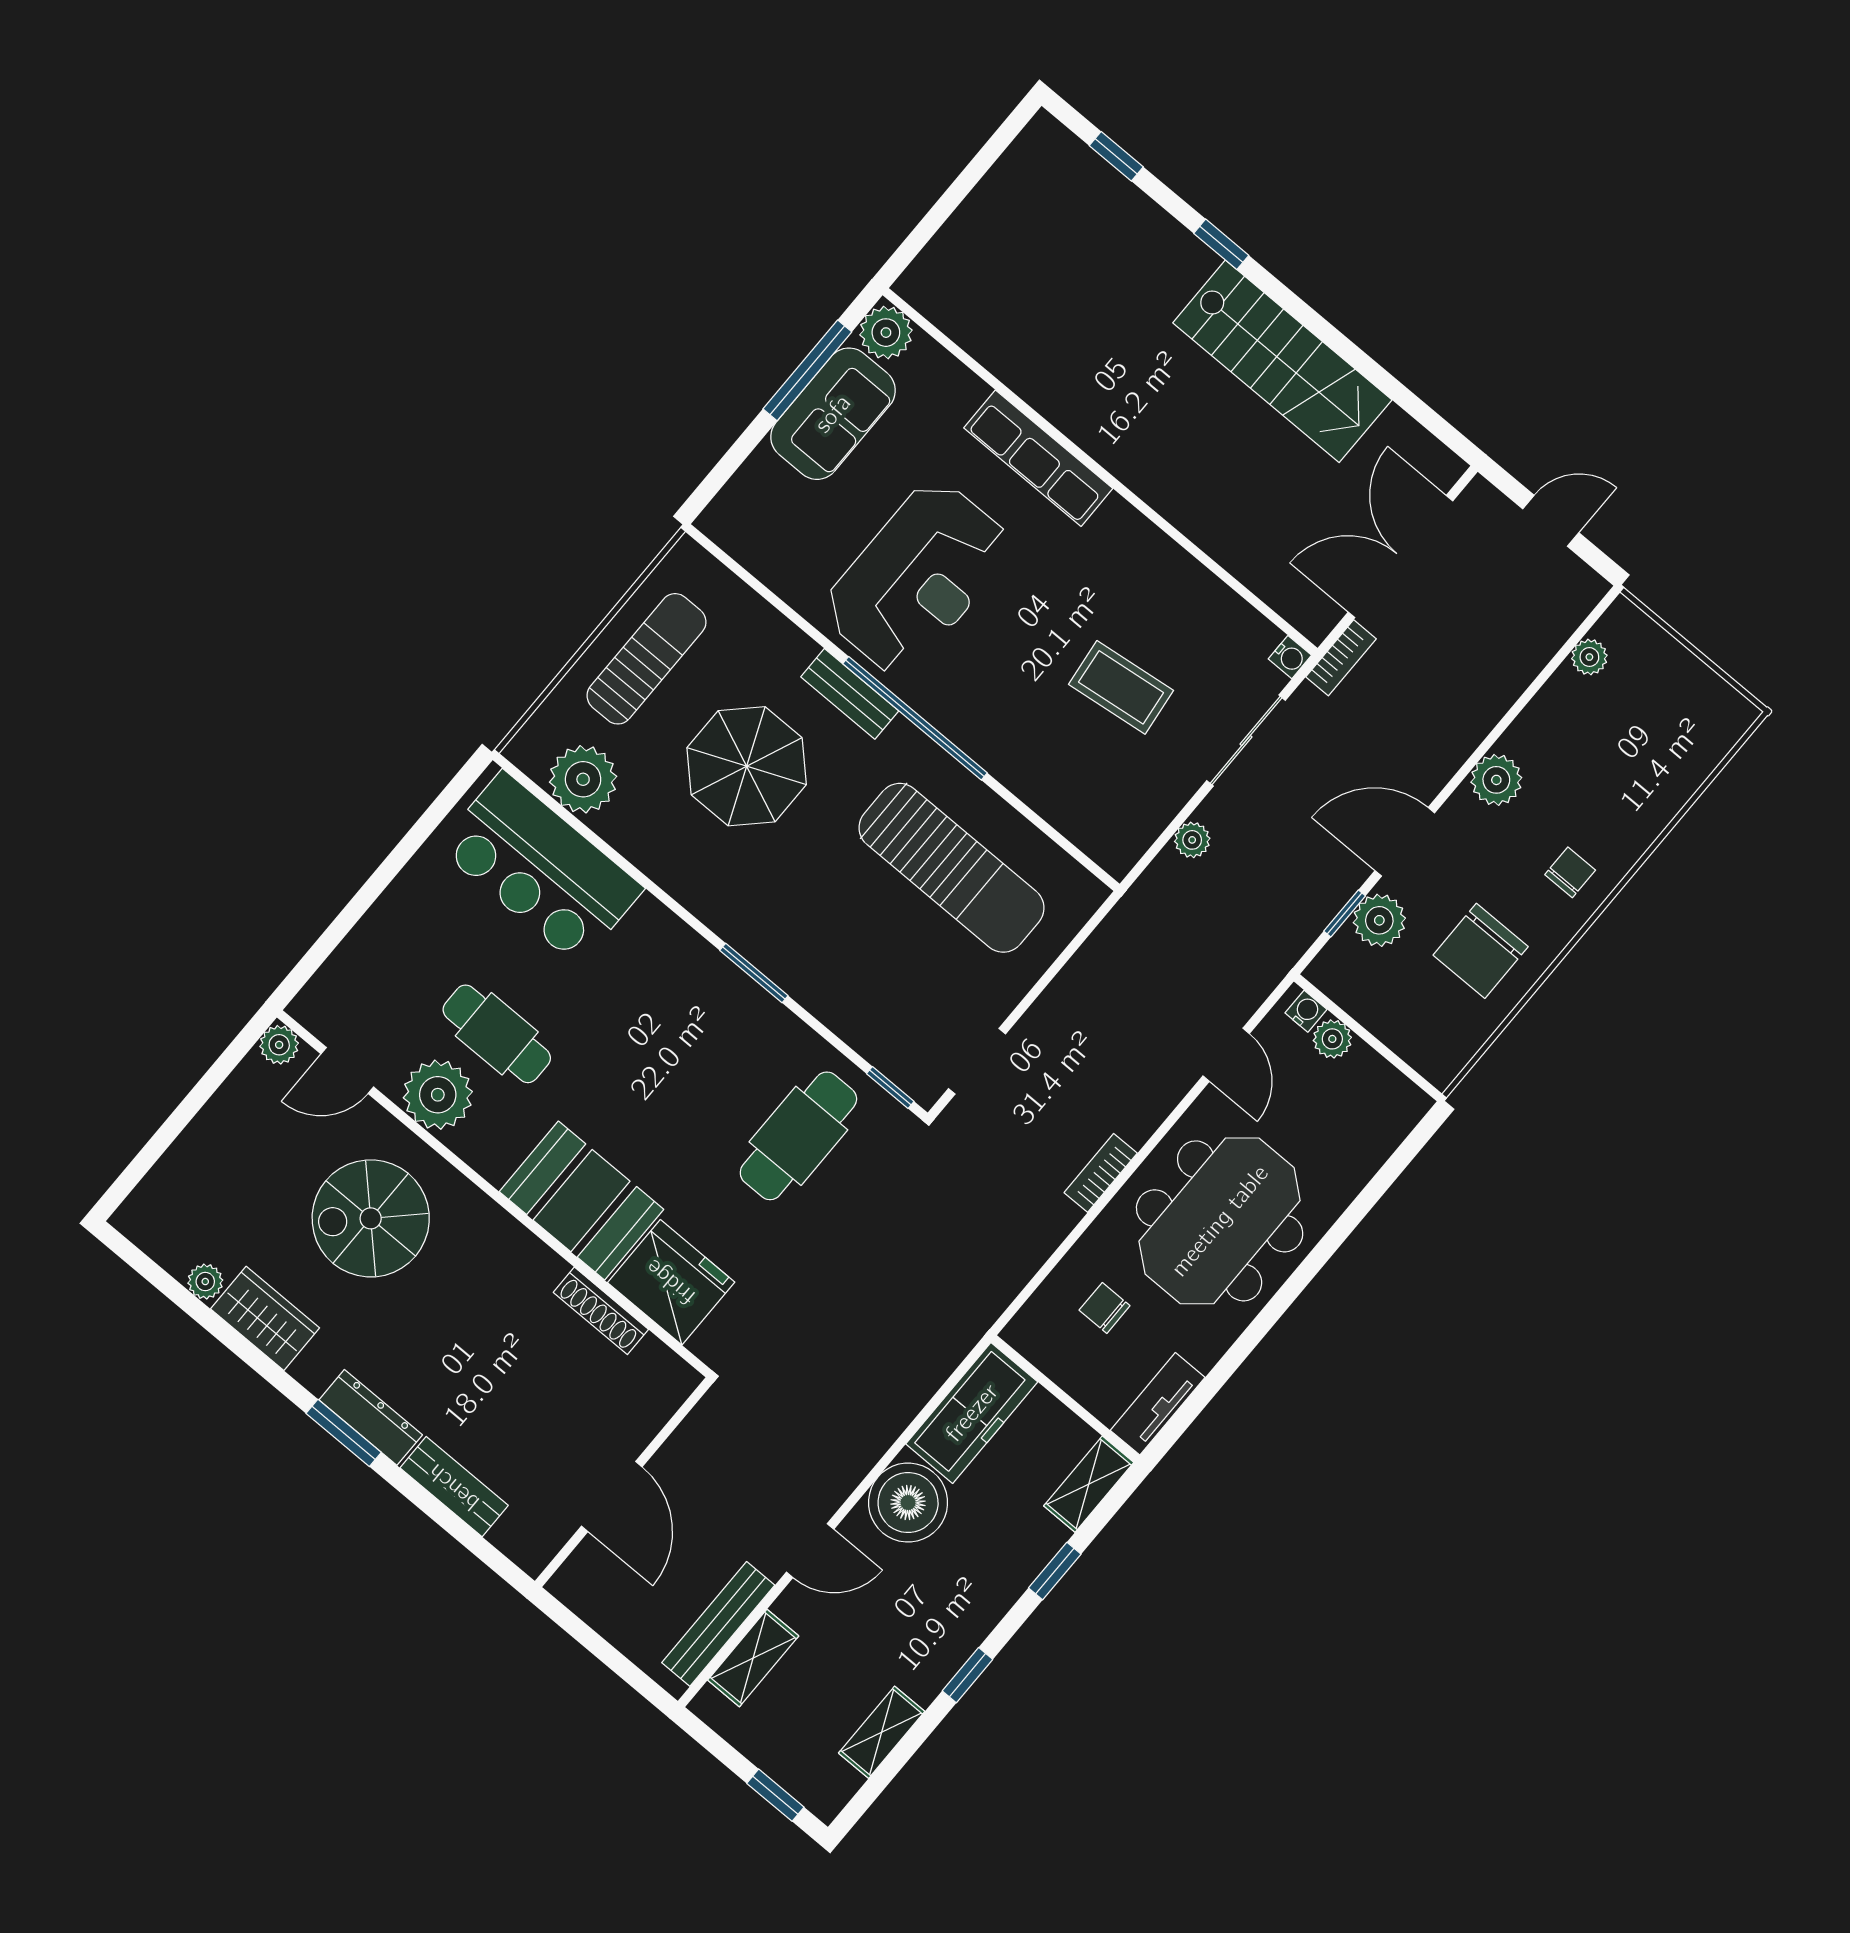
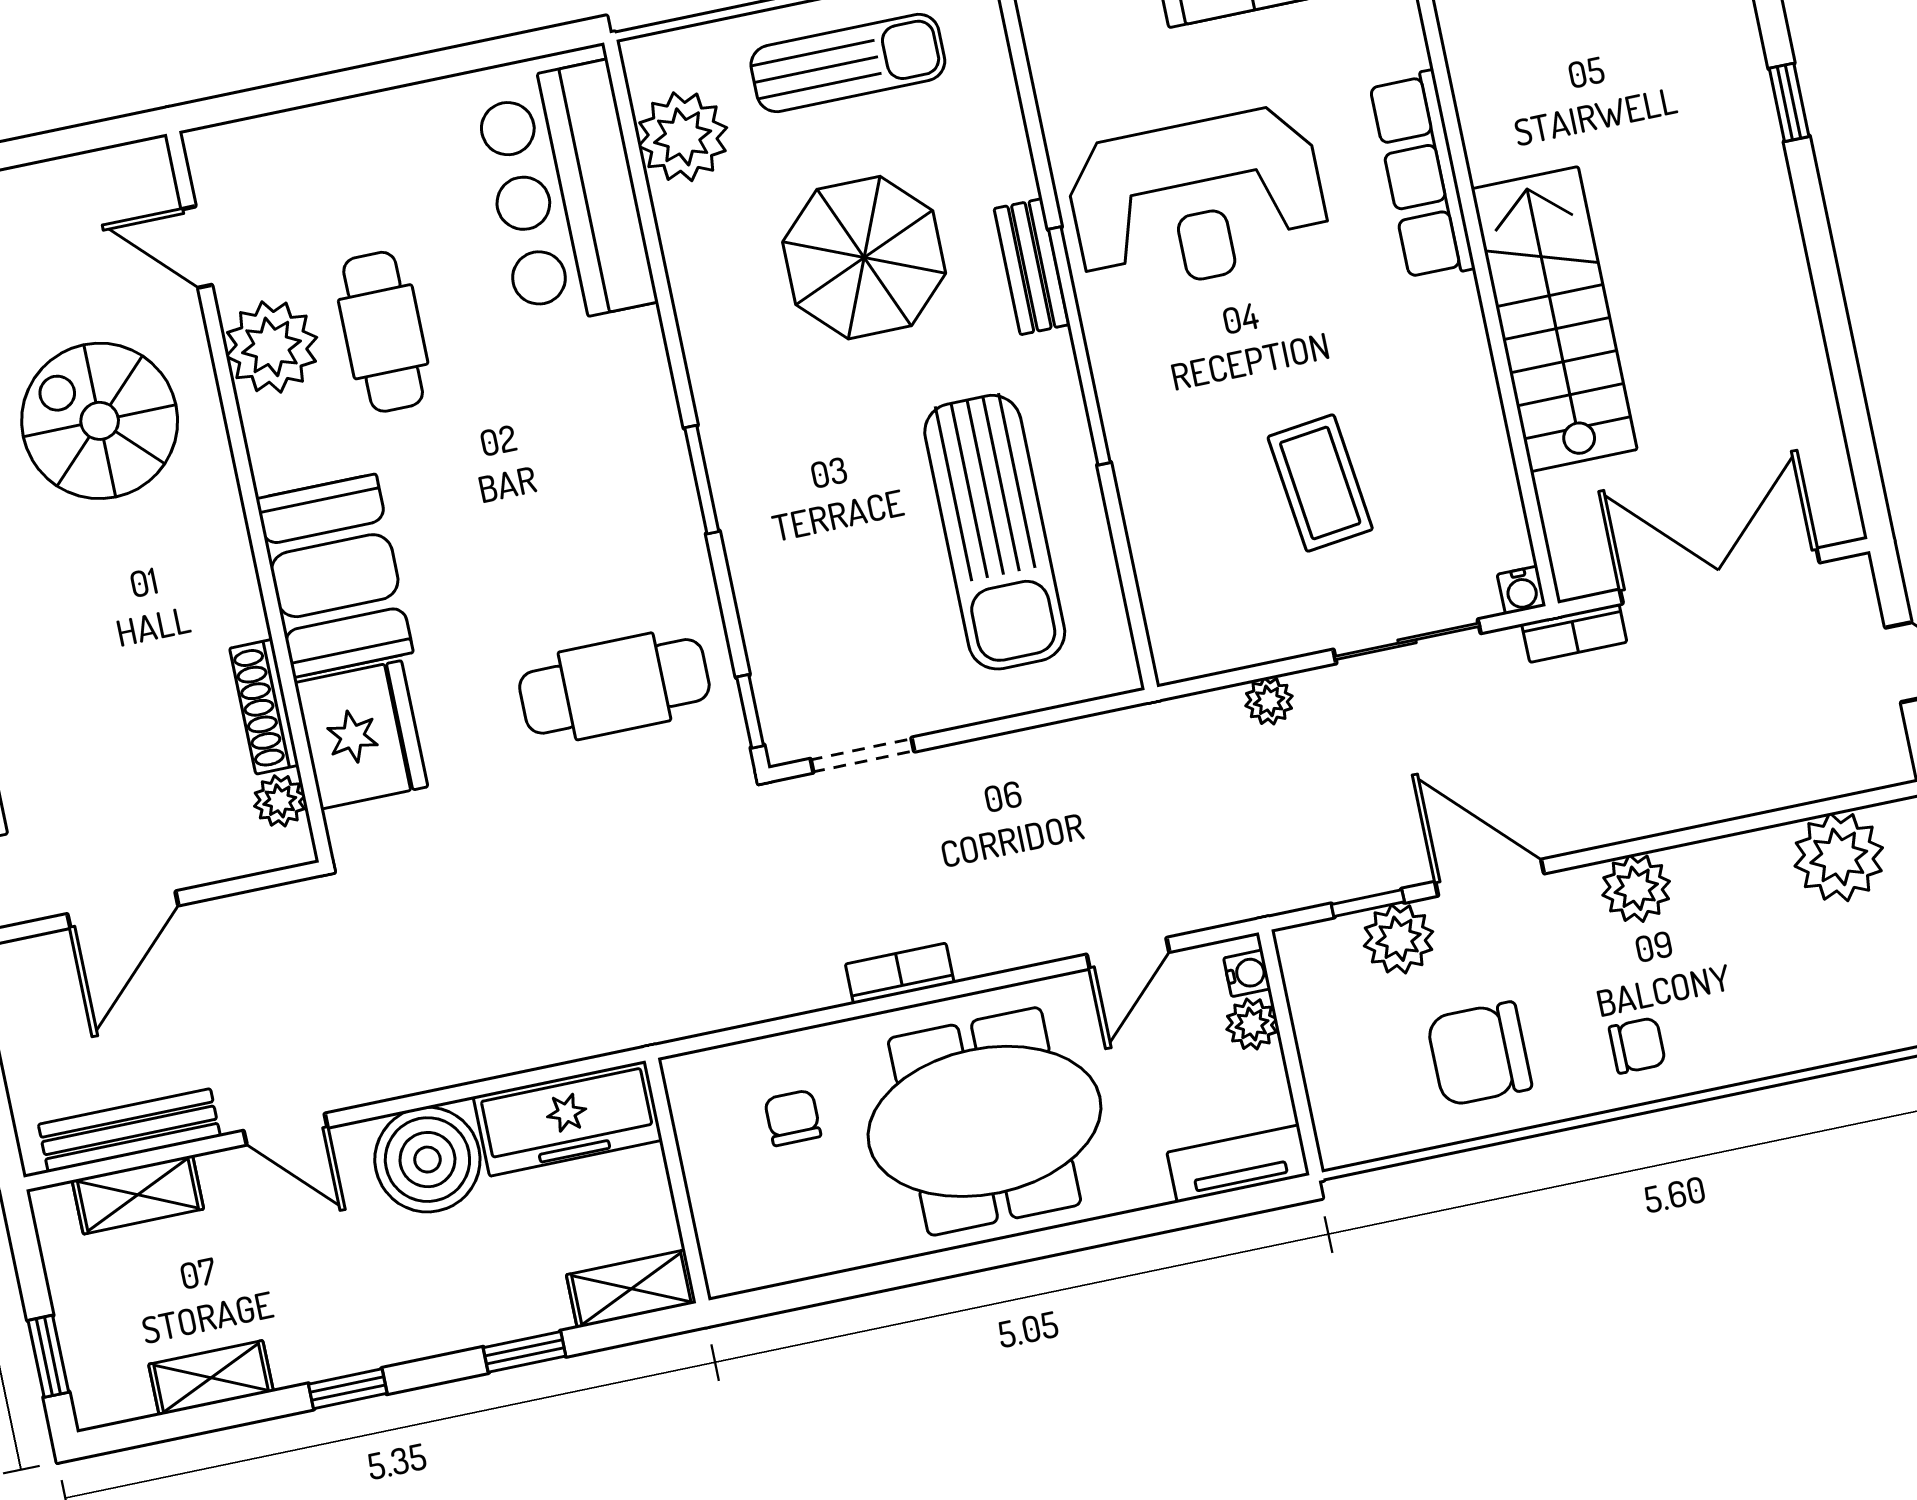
stairs: (1282, 361) -> (1554, 319), moved, turned 180
plant: (1589, 657) -> (1839, 857), width x1.88, depth x1.88
plant: (279, 1045) -> (280, 801), moved
tv unit: (1158, 1404) -> (1238, 1164), moved

